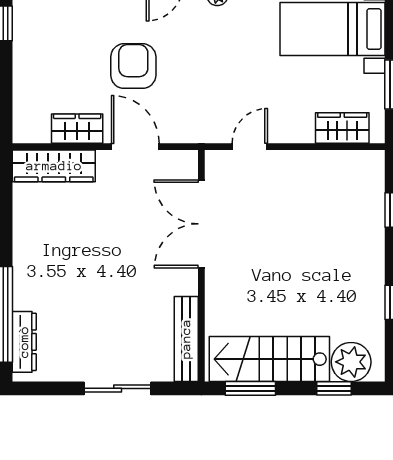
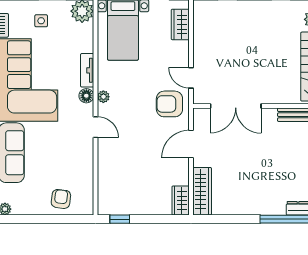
armchair: (133, 66) -> (169, 104), moved
wardrobe: (77, 129) -> (181, 200), moved

